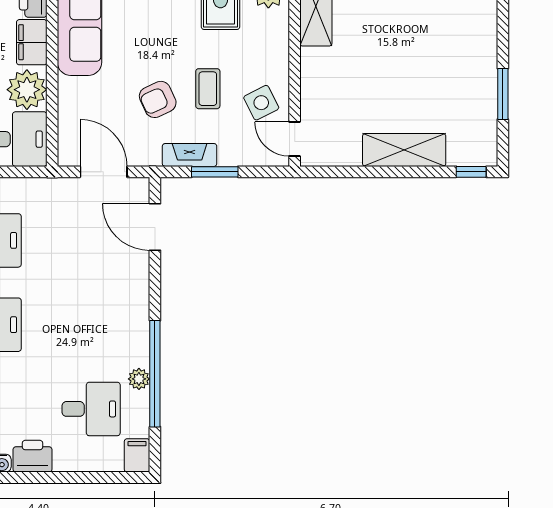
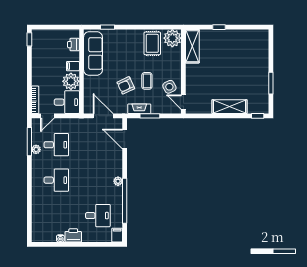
filing cabinet: (32, 42) -> (73, 66), width x0.50
plant: (139, 379) -> (118, 181), moved

